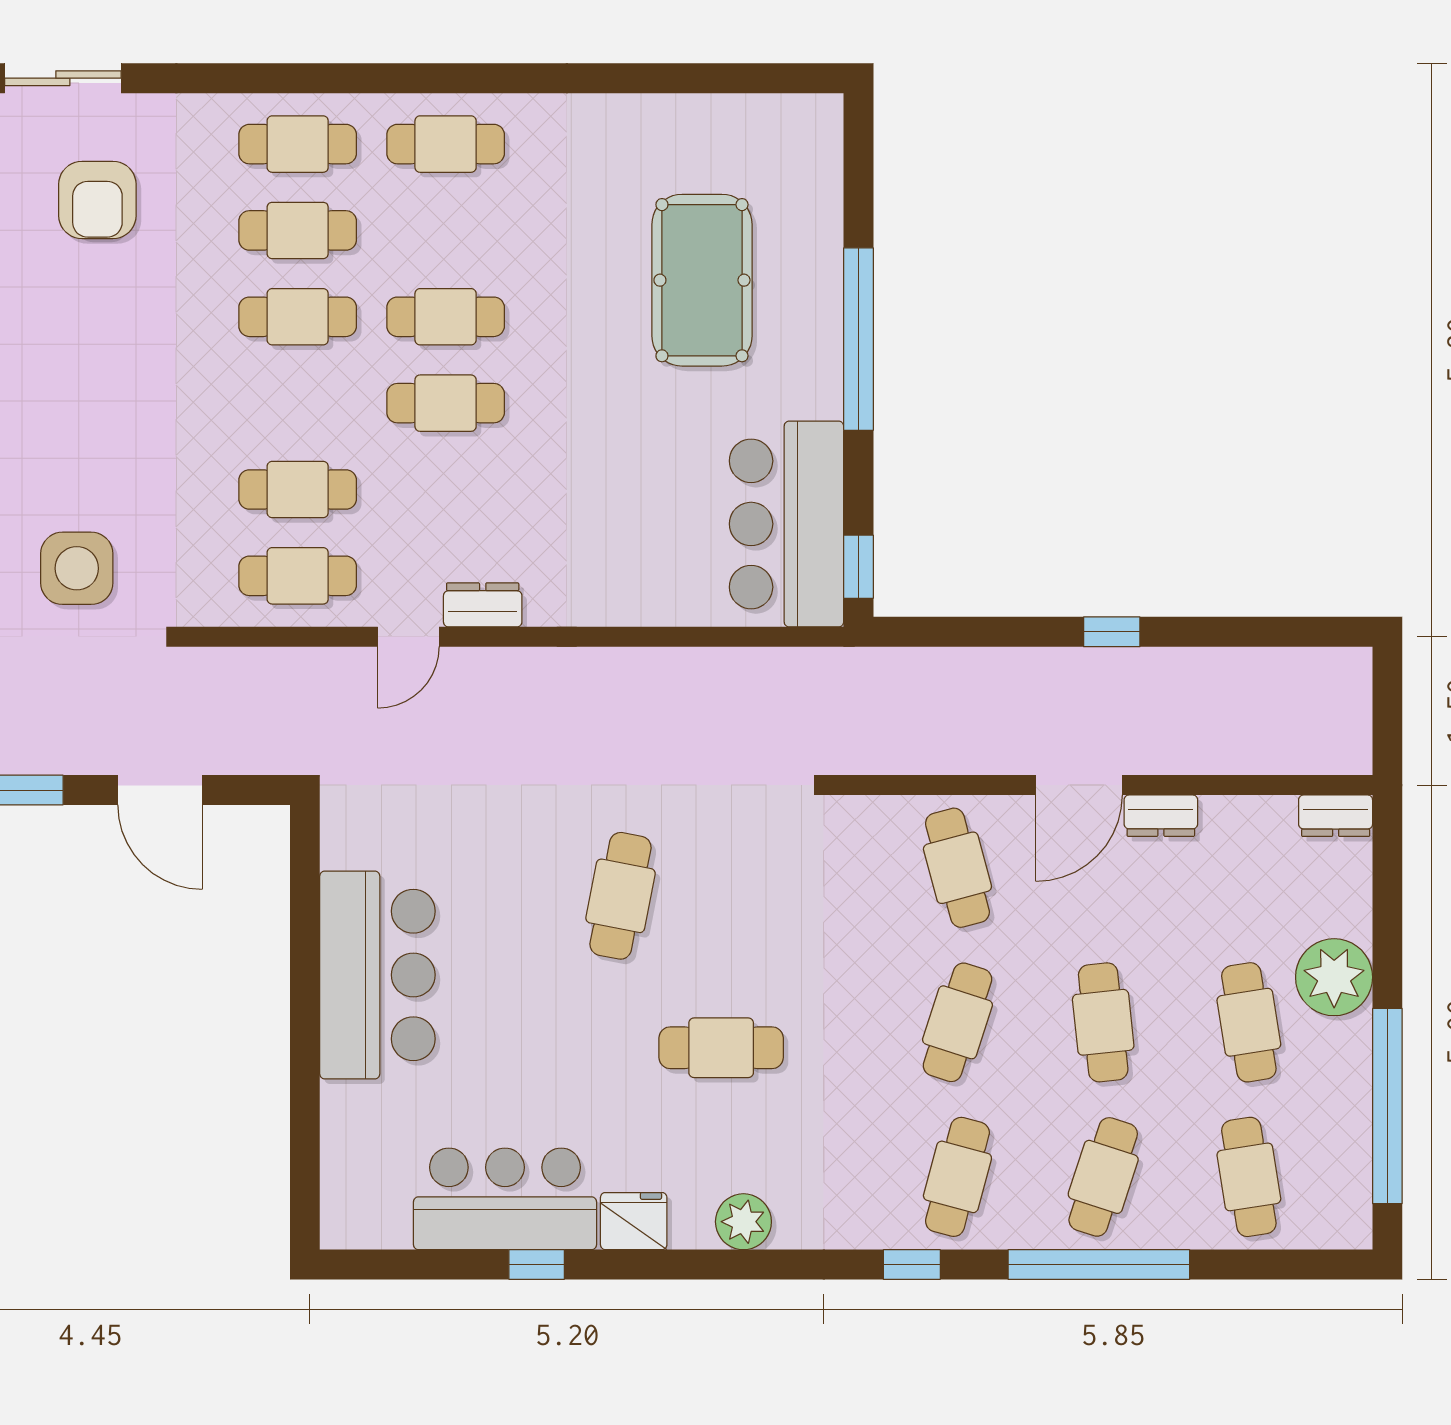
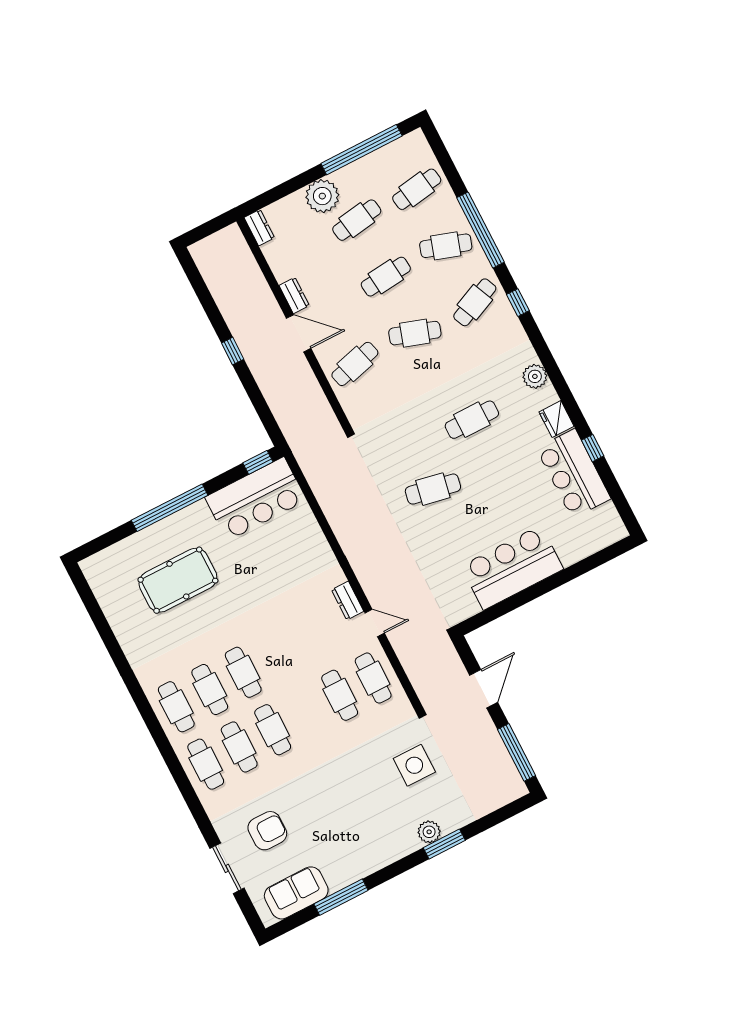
cafe table: (446, 403) -> (210, 690), moved
cafe table: (721, 1048) -> (472, 420), turned 90
cafe table: (957, 1177) -> (475, 302), turned -39

